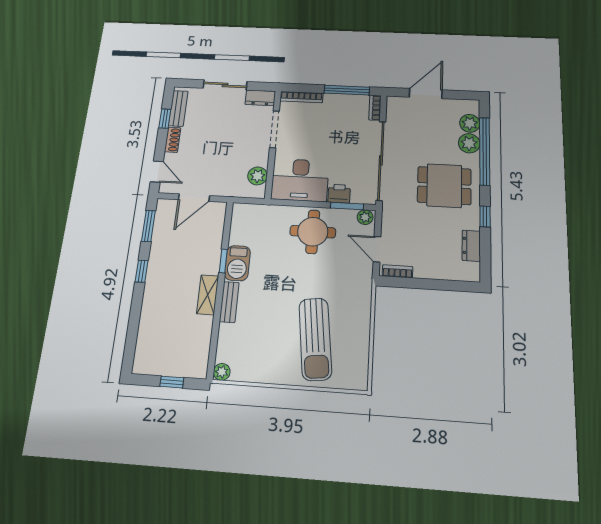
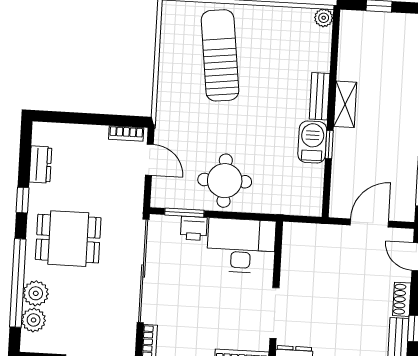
plant: (258, 176) -> (293, 251), removed
plant: (365, 217) -> (163, 199), removed

